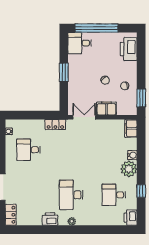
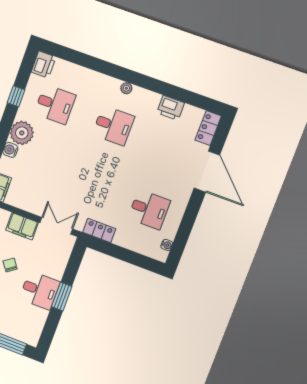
desk: (80, 43) -> (40, 290), moved
double door: (84, 117) -> (56, 226), swing flipped
desk: (71, 195) -> (113, 126), width x0.73
printer: (50, 219) -> (171, 108), moved

